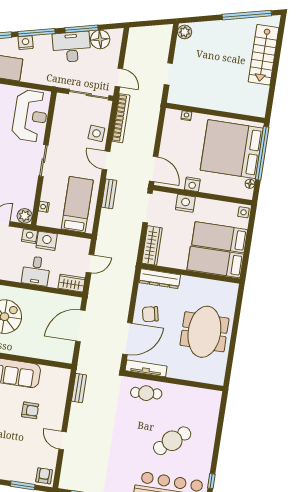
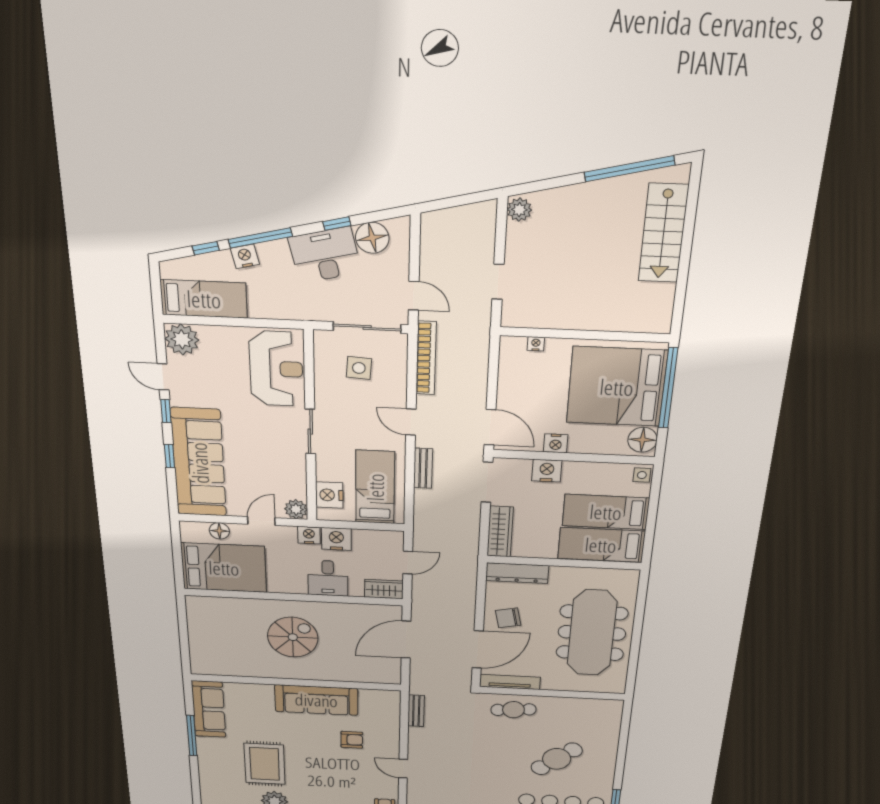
window: (81, 29) -> (337, 224), width x0.46
side table: (96, 133) -> (359, 368), moved
floor lamp: (250, 184) -> (643, 440), width x1.89, depth x1.89
nightstand: (44, 207) -> (329, 495), width x1.89, depth x1.79
meeting table: (204, 332) -> (592, 633), width x1.36

